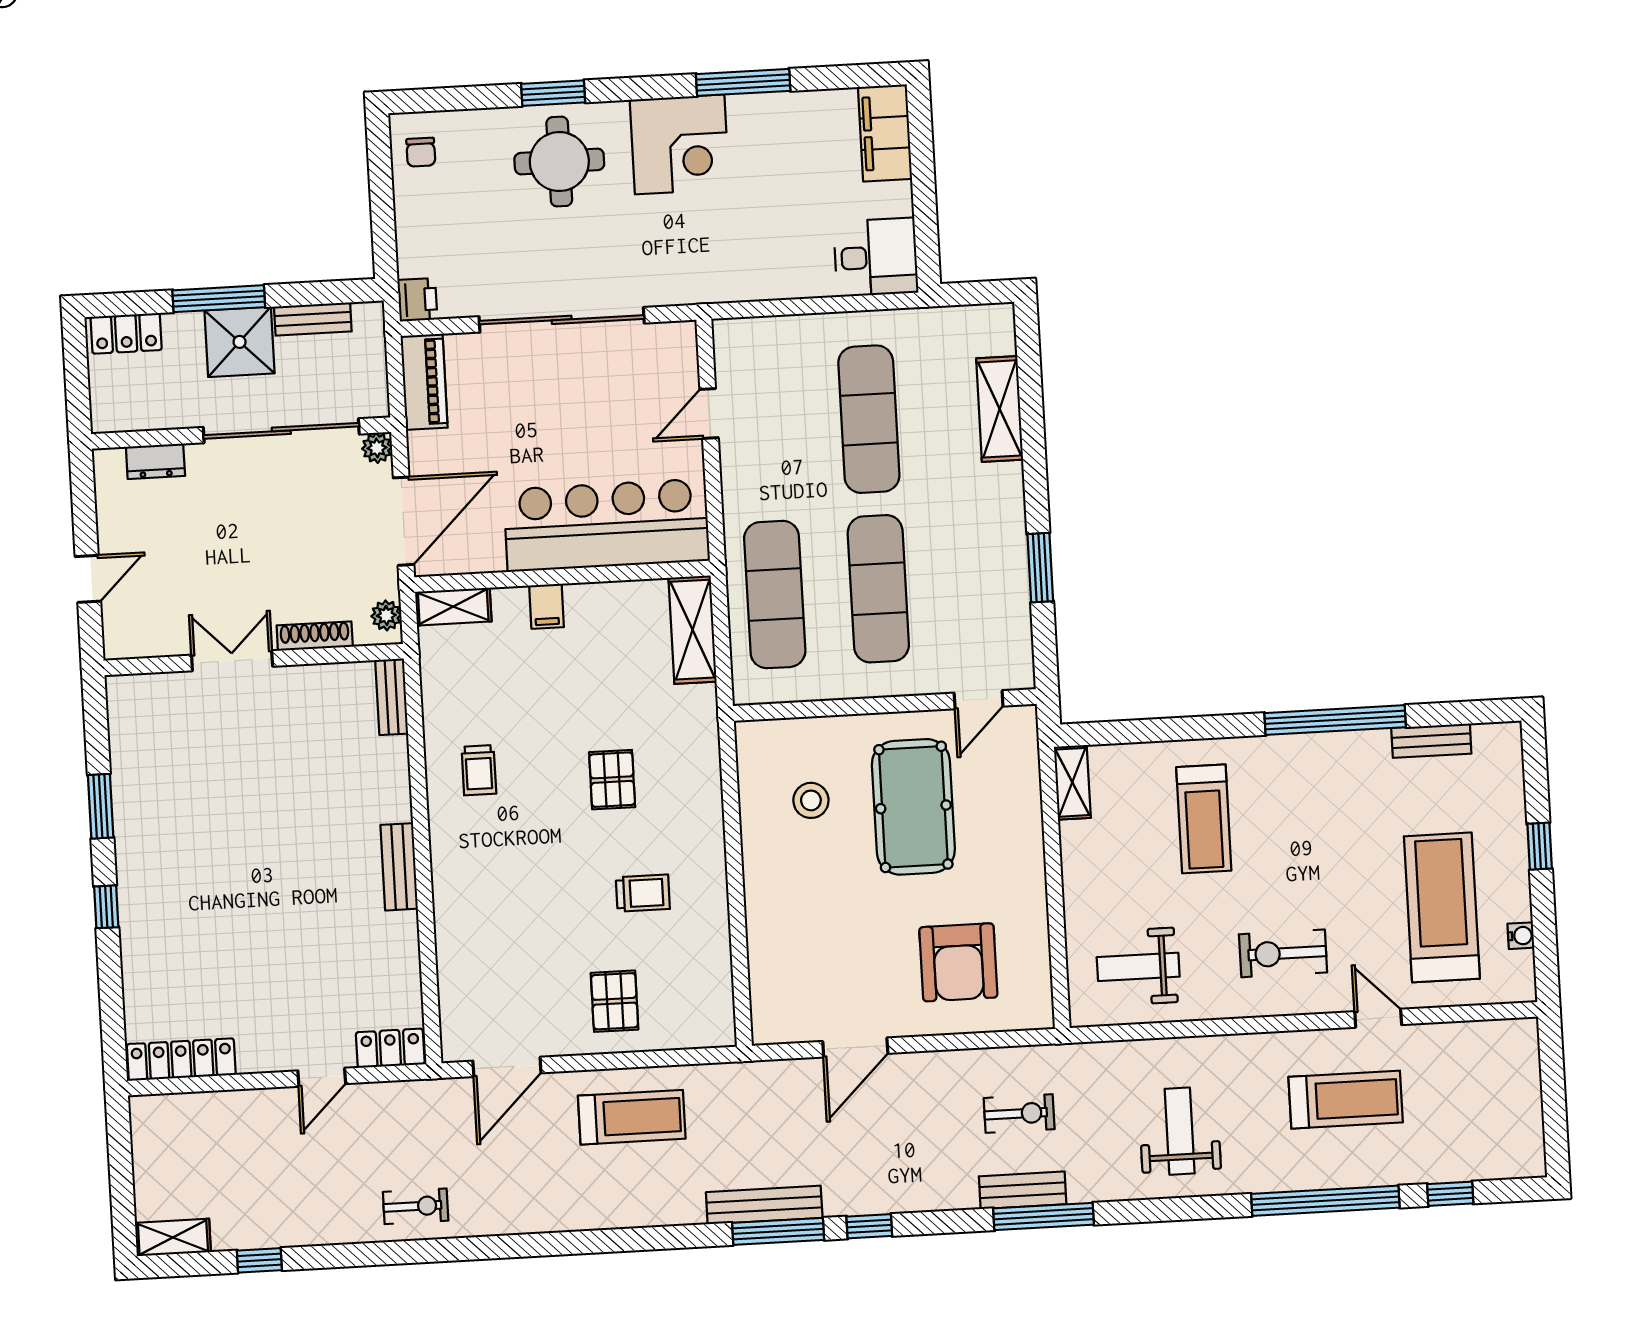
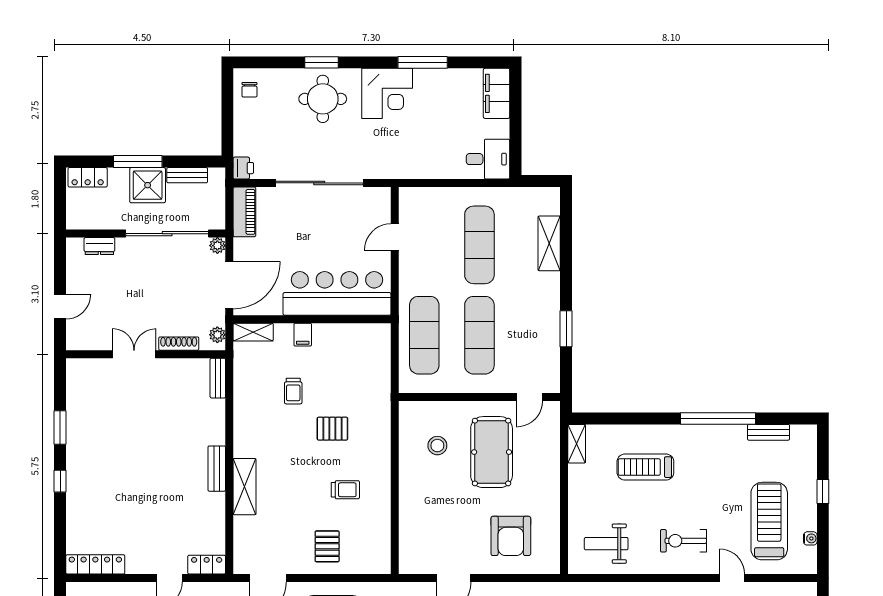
shelving: (693, 630) -> (245, 487), moved
trolley: (479, 770) -> (293, 391), moved
pallet: (612, 780) -> (332, 429), turned 90
treadmill: (1204, 819) -> (645, 467), turned 90

